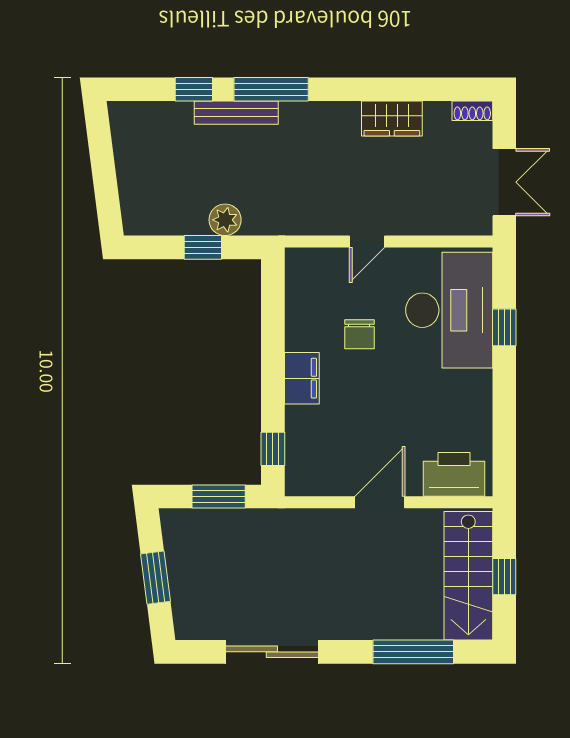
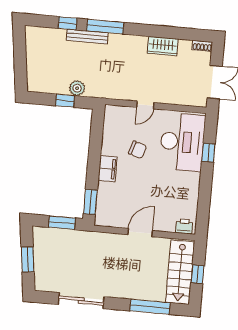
chair: (359, 334) -> (138, 150), turned -72
window: (273, 449) -> (90, 202), width x1.50
printer: (454, 474) -> (184, 226), width x0.53, depth x0.68

